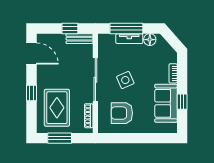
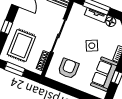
side table: (125, 80) -> (92, 46), moved
armchair: (122, 113) -> (68, 69), turned 90

